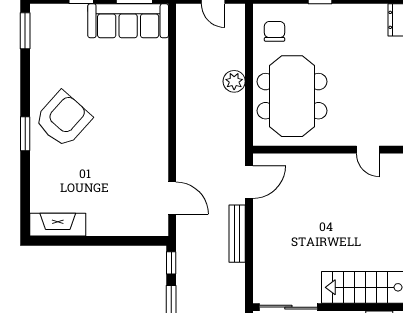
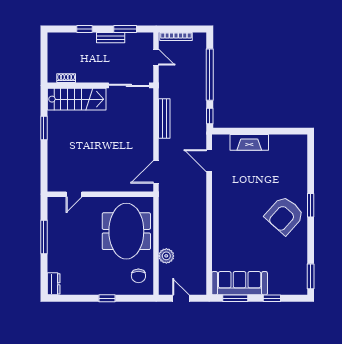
plant: (234, 81) -> (166, 256), moved
door: (368, 150) -> (74, 194), swing flipped
fireplace: (58, 225) -> (249, 142), moved
bench: (237, 234) -> (164, 119), moved

